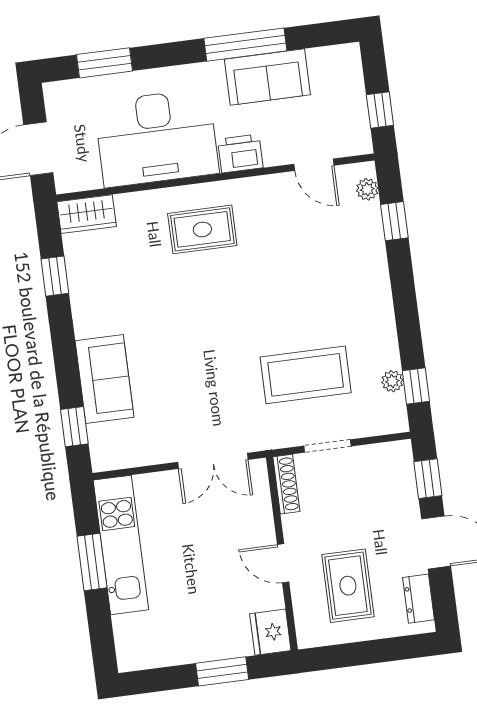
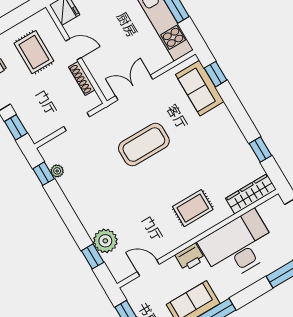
plant: (367, 189) -> (105, 241), moved, width x1.88, depth x1.88
wardrobe: (87, 214) -> (251, 194), width x1.50
coffee table: (306, 375) -> (144, 145), moved
sofa: (104, 379) -> (200, 88), moved
shoe rack: (286, 484) -> (82, 78), moved

